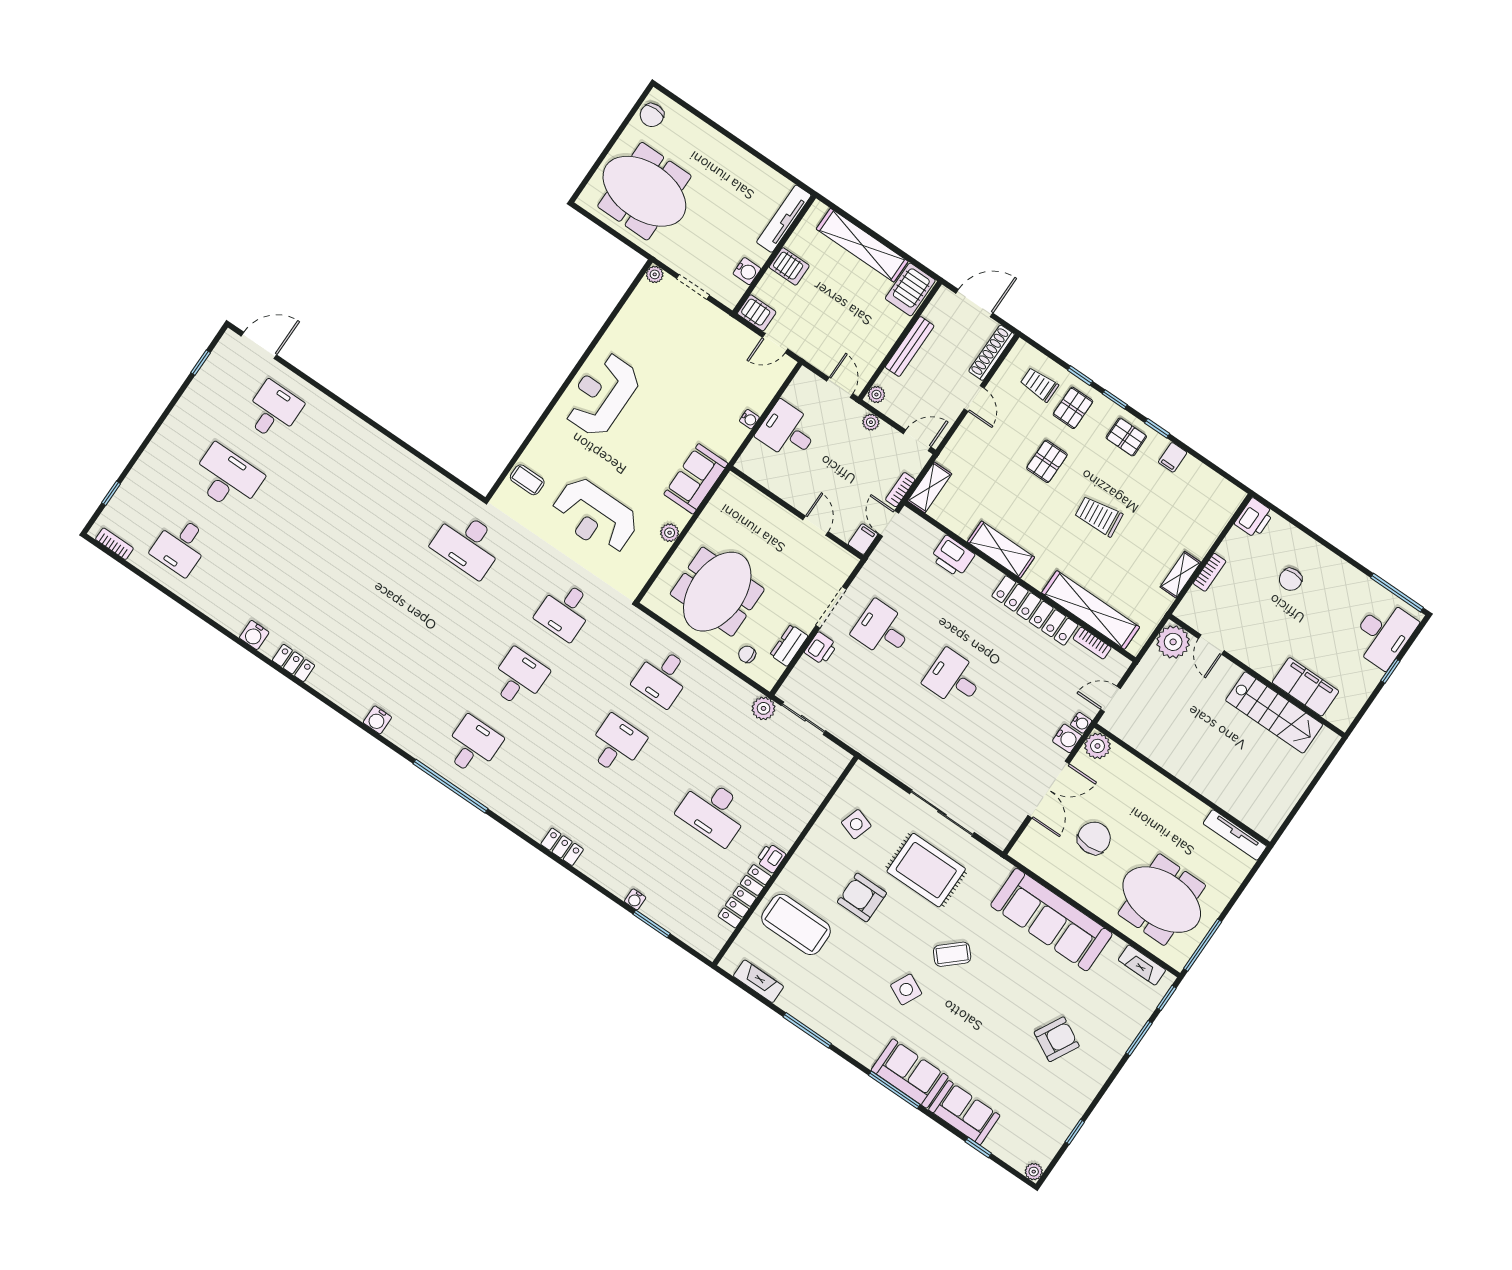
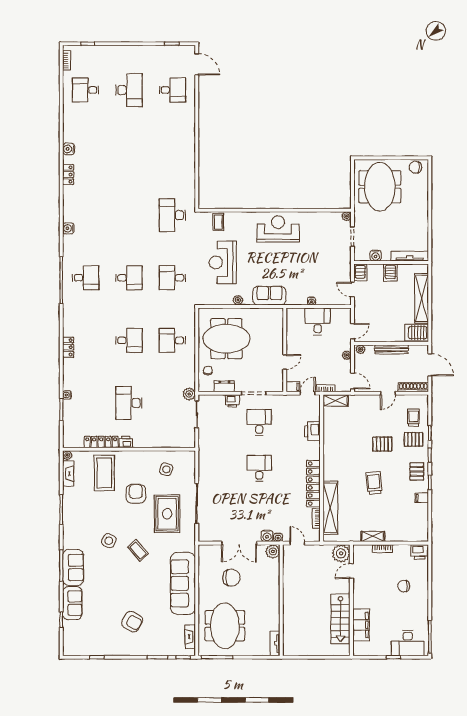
shelving: (1001, 550) -> (330, 450), removed
tv unit: (1235, 835) -> (275, 643), width x0.71
plant: (1034, 1172) -> (67, 455), moved

